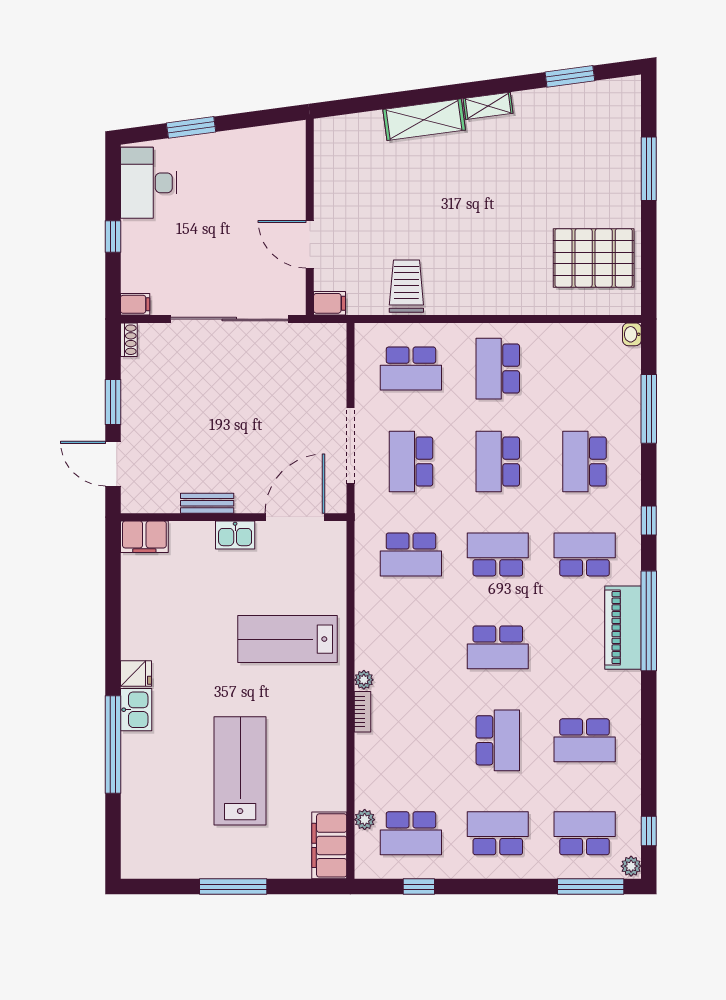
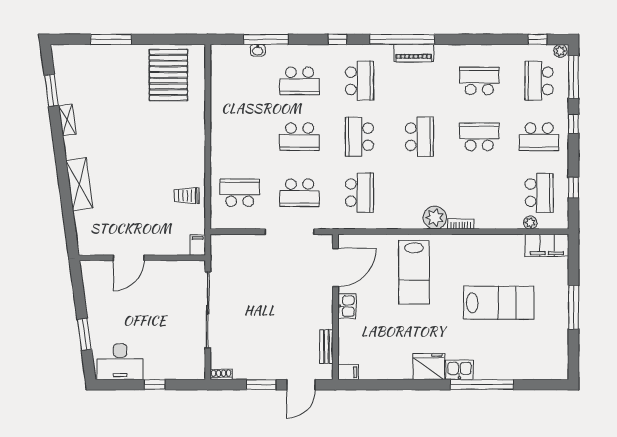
shelving: (488, 106) -> (67, 120), moved
door: (310, 244) -> (129, 258), moved
trolley: (406, 286) -> (187, 196), width x0.73, depth x0.72
filing cabinet: (135, 304) -> (198, 370), removed
washbasin: (632, 334) -> (258, 50), moved
school desk: (411, 369) -> (240, 193), turned -90
school desk: (498, 369) -> (240, 137), removed
bench: (207, 503) -> (326, 347), moved
door: (295, 517) -> (335, 268), swing flipped
filing cabinet: (144, 537) -> (348, 372), width x0.50
school desk: (585, 554) -> (359, 81), turned 180
piano: (623, 628) -> (414, 53), width x0.73, depth x0.75
fridge: (136, 673) -> (429, 366), width x1.88, depth x1.34
plant: (364, 680) -> (435, 218), width x1.87, depth x1.87
school desk: (585, 740) -> (479, 81), turned -90
lab bench: (240, 771) -> (499, 303), turned 180
school desk: (498, 833) -> (539, 137), turned -90
window: (518, 887) -> (573, 124), added

